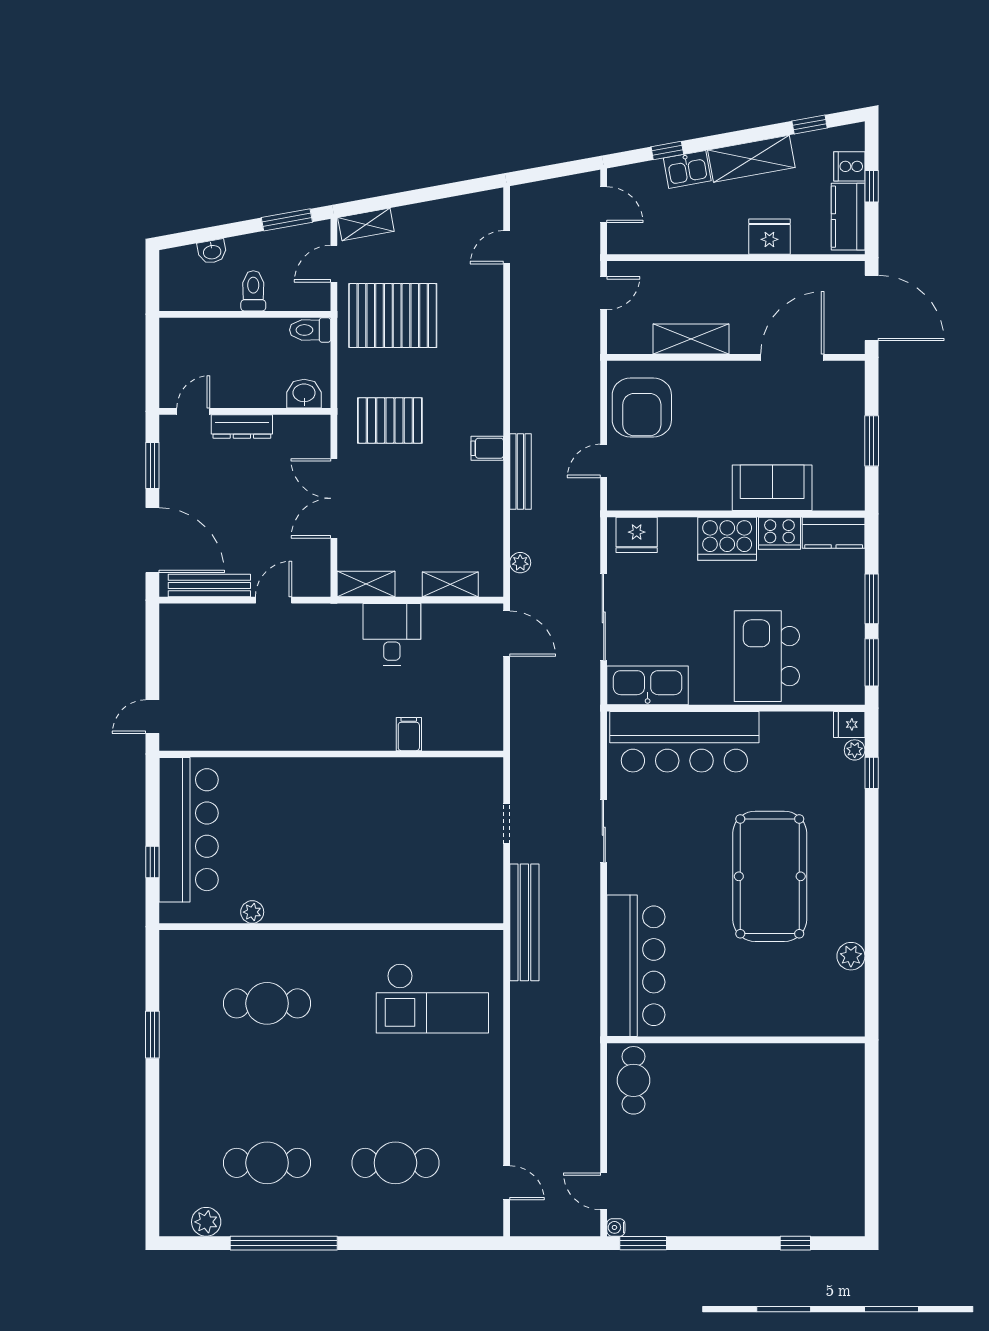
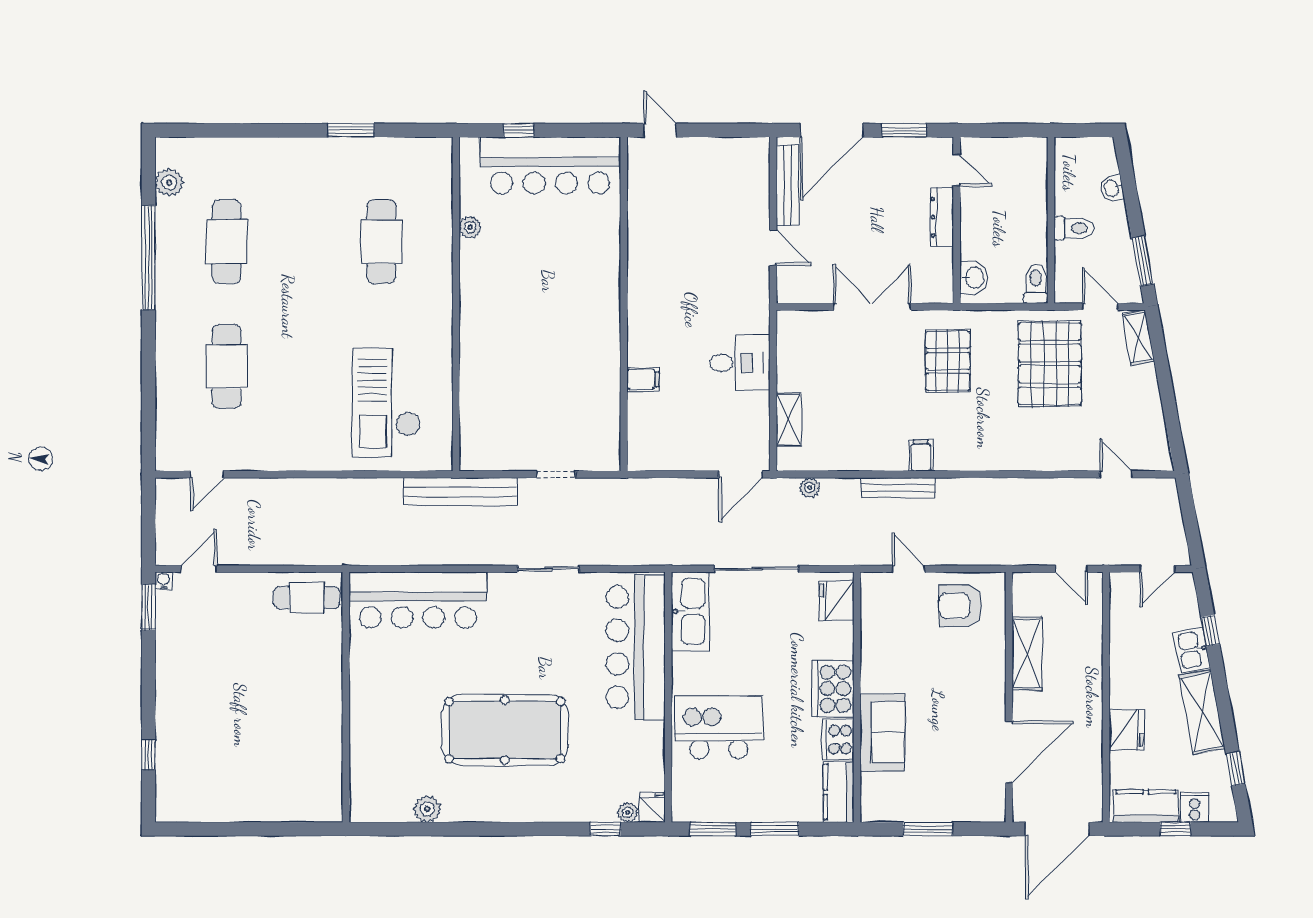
door: (792, 357) -> (1009, 752), hinge flipped
armchair: (642, 408) -> (960, 606), width x0.73, depth x0.73
shelving: (366, 584) -> (789, 338), removed

